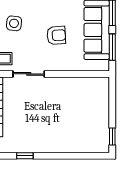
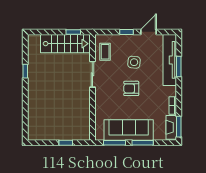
armchair: (56, 35) -> (131, 88), moved, turned 94
window: (112, 136) -> (66, 143), moved

